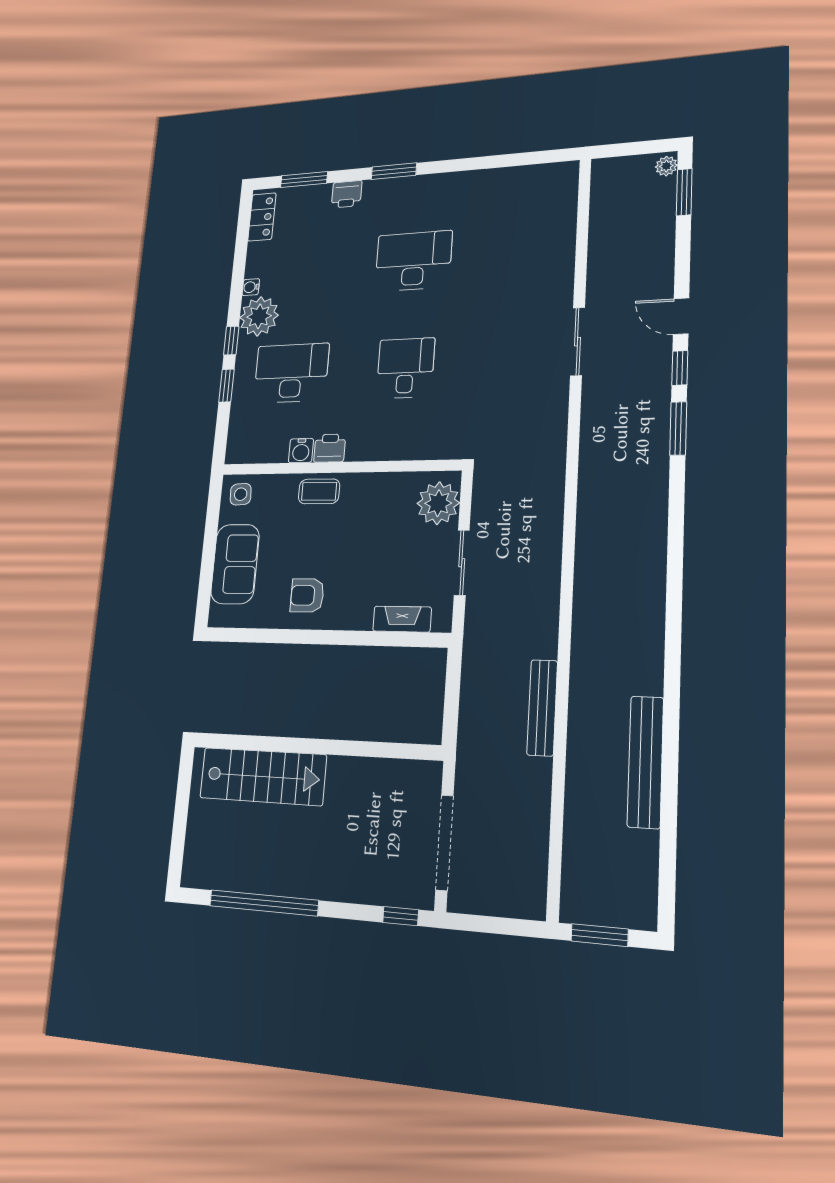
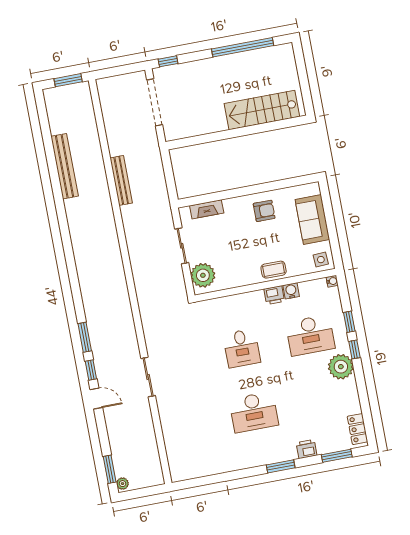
water cooler: (251, 287) -> (332, 281), moved

